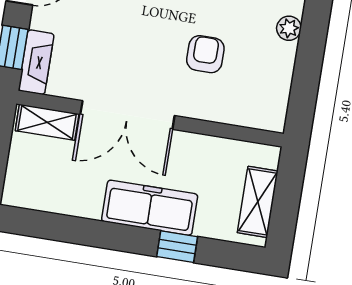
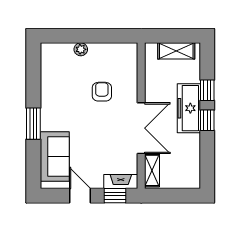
armchair: (205, 54) -> (102, 92), turned 90
window: (122, 238) -> (207, 120), added

